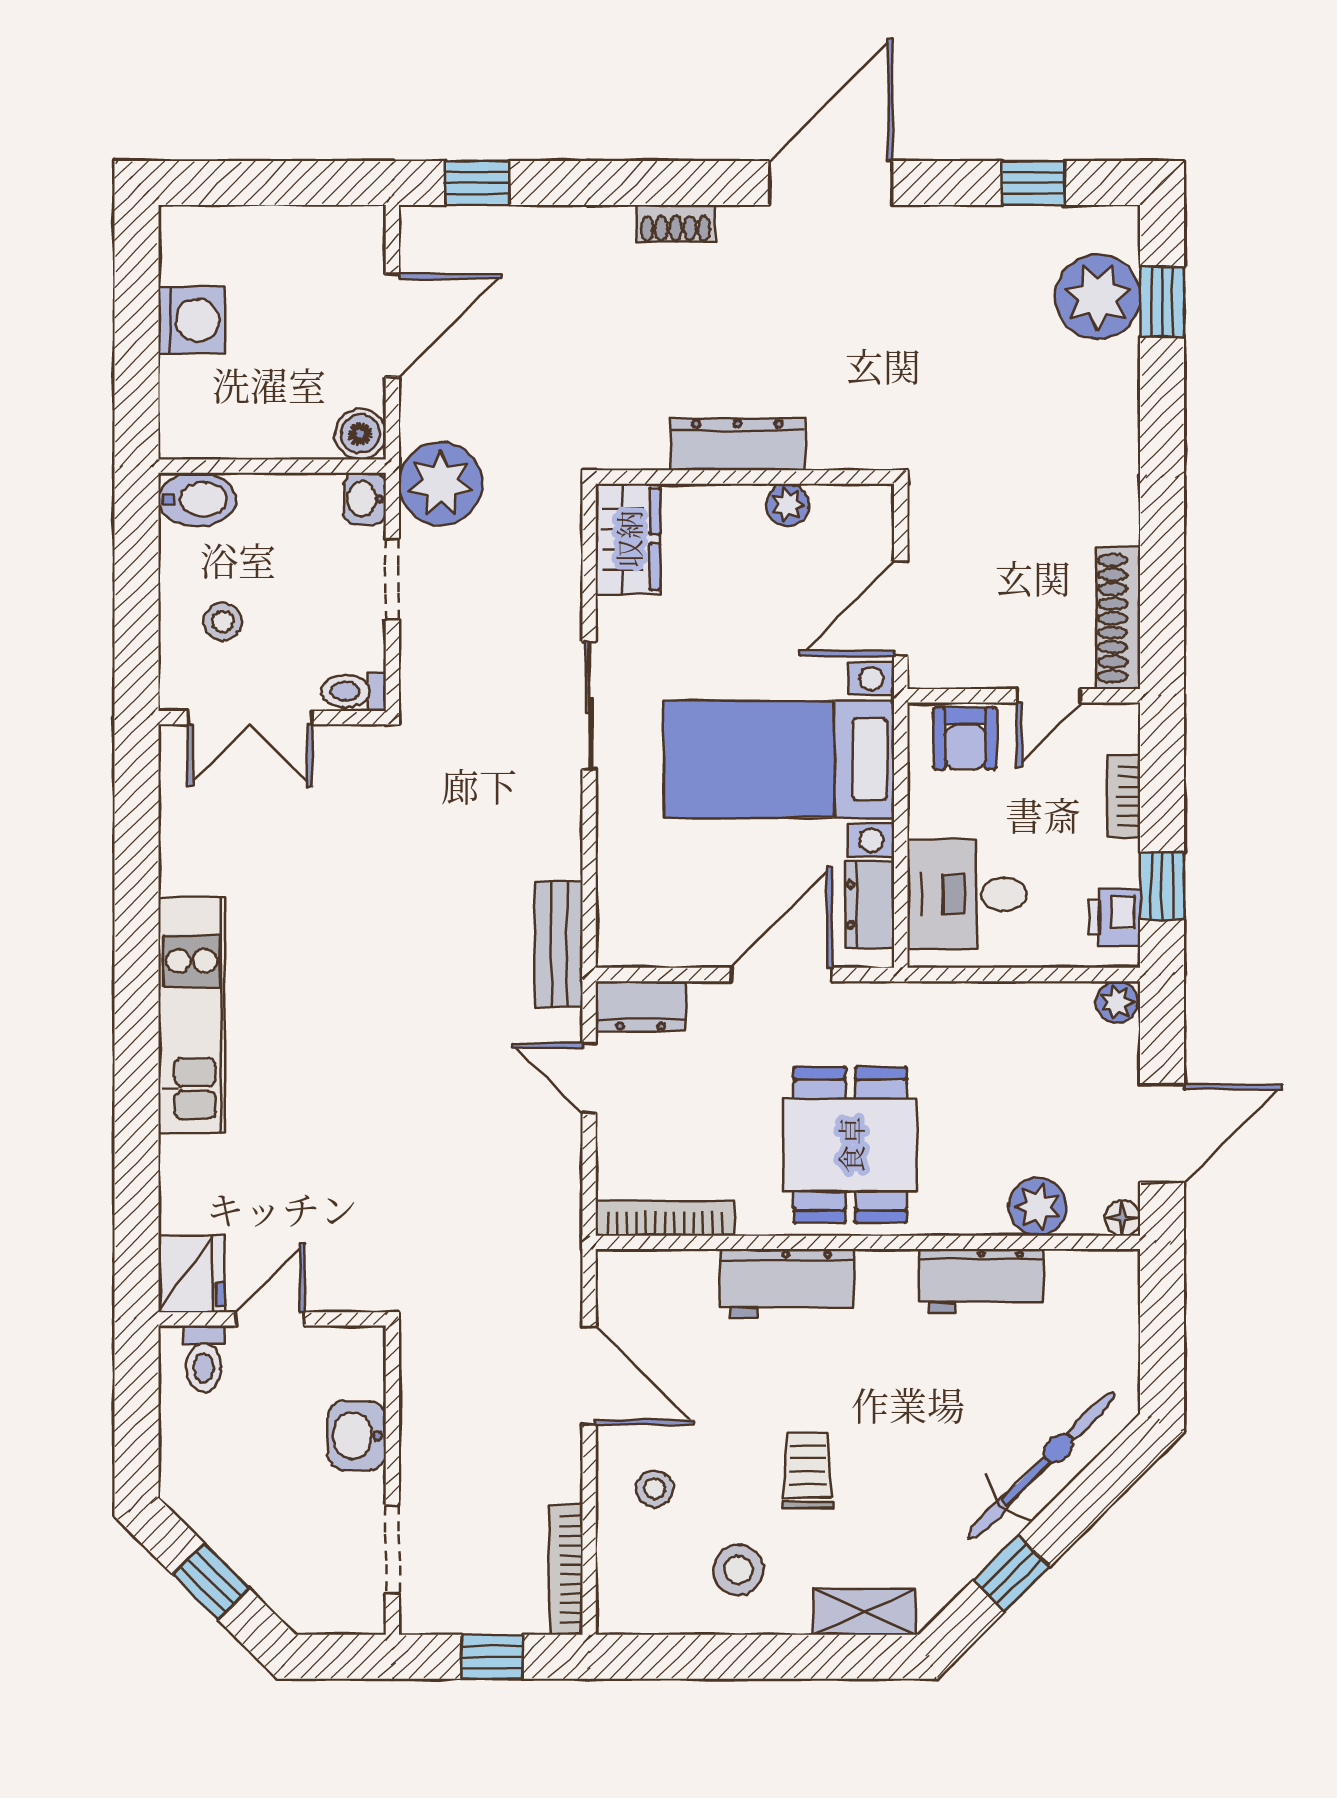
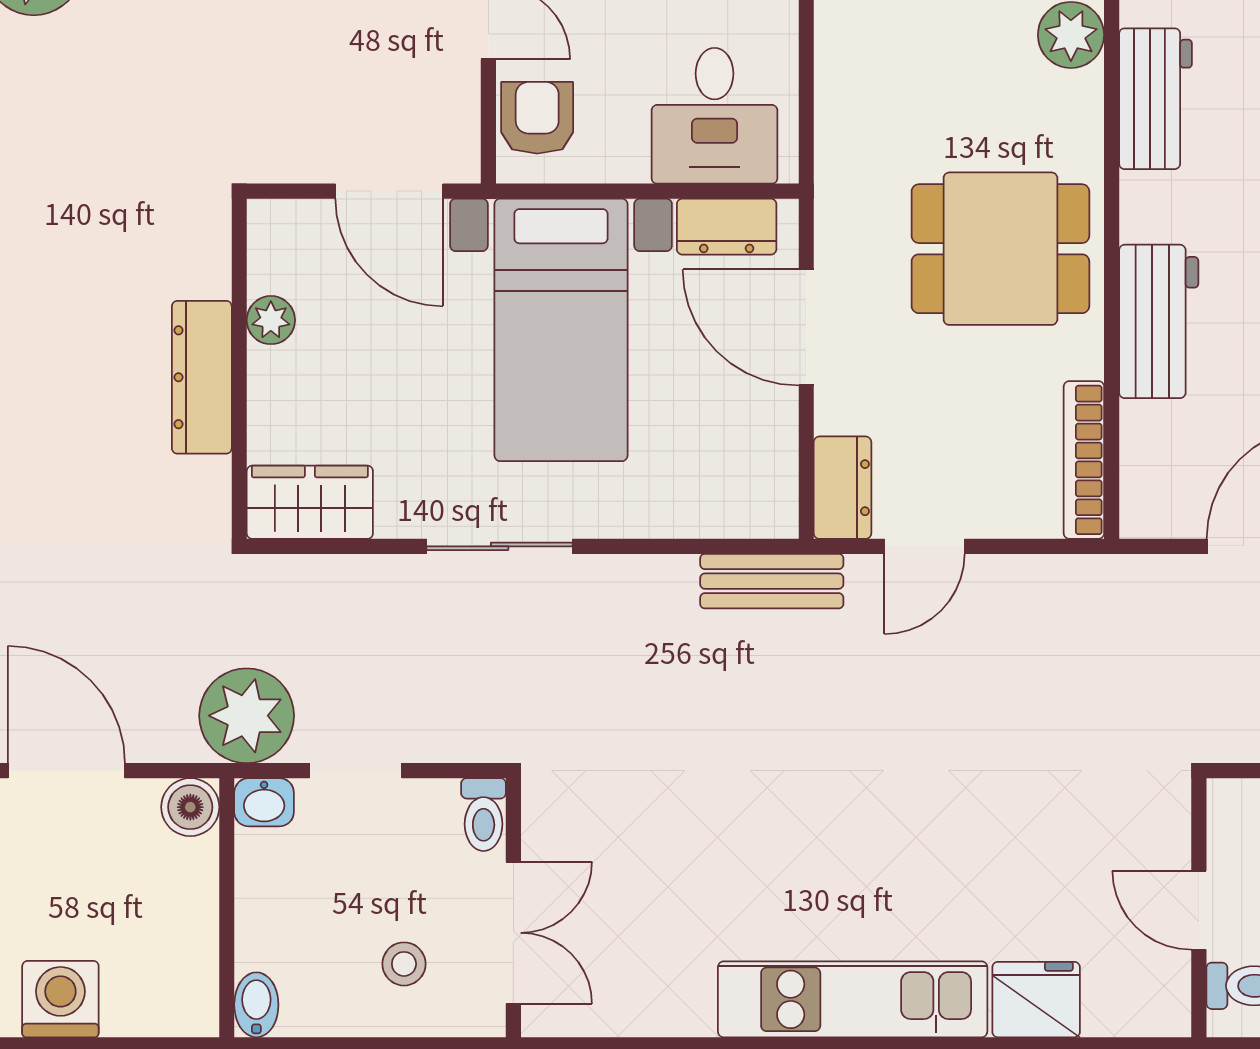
bidet: (197, 499) -> (256, 1005), width x0.72, depth x0.74
armchair: (965, 738) -> (537, 118), turned -90
fridge: (191, 1274) -> (1036, 1000), moved

